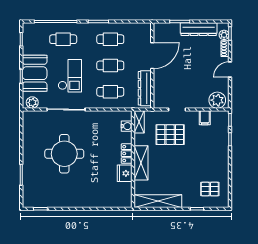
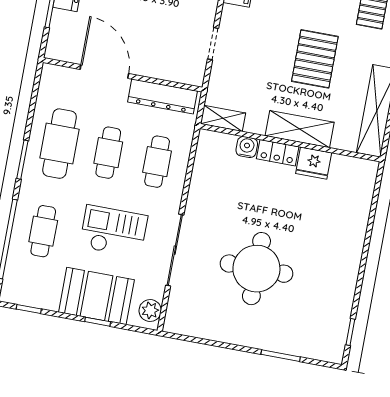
cafe table: (110, 39) -> (59, 144), width x1.37, depth x1.35
water cooler: (127, 126) -> (247, 147), moved
pallet: (170, 135) -> (315, 59), moved

